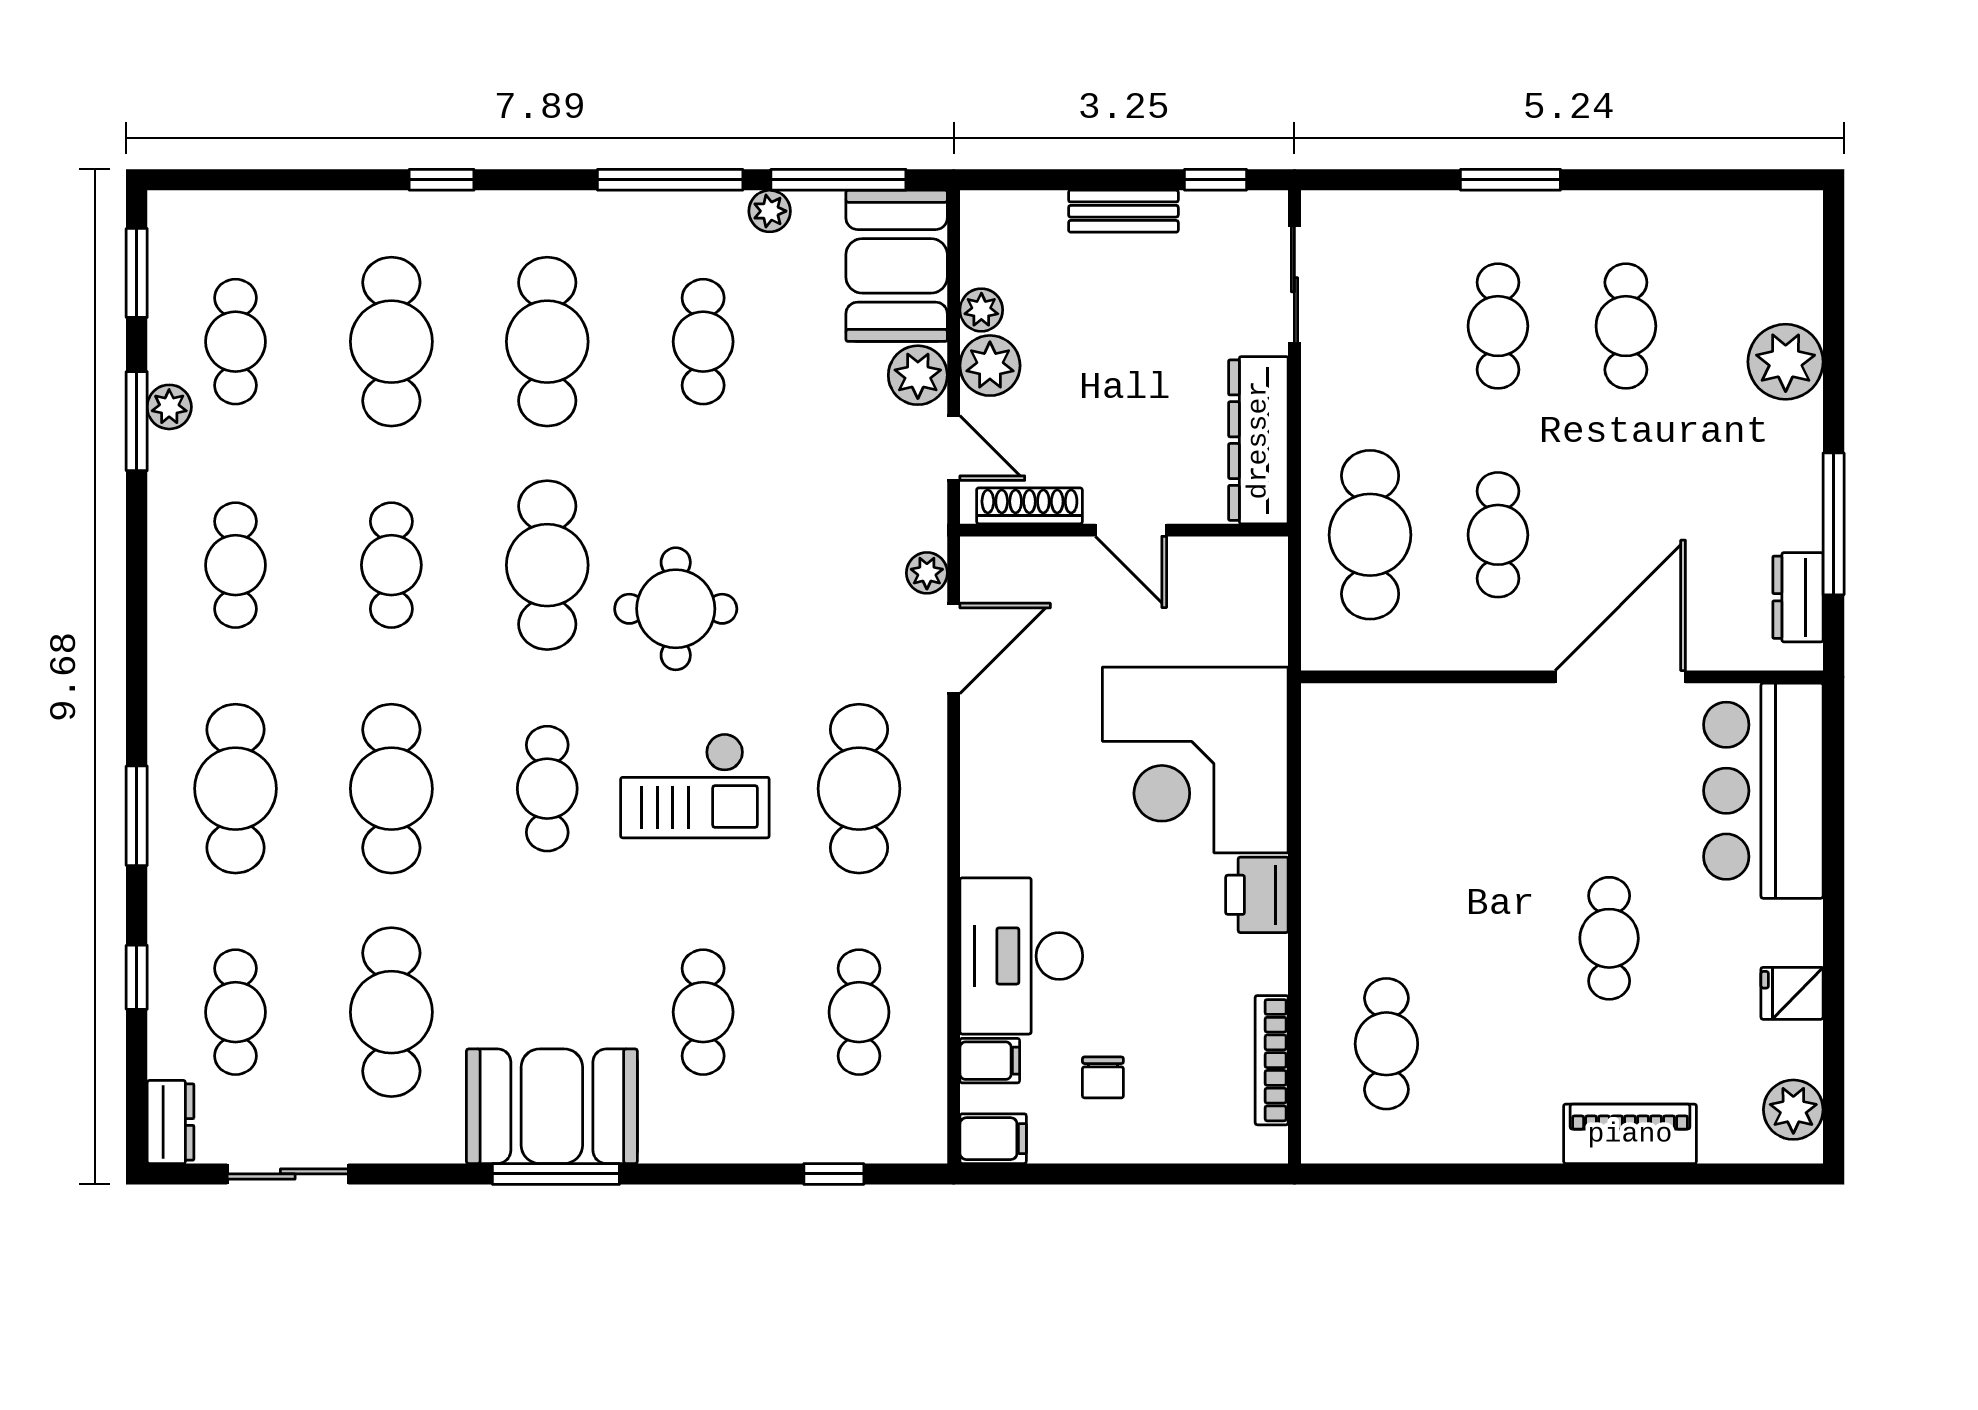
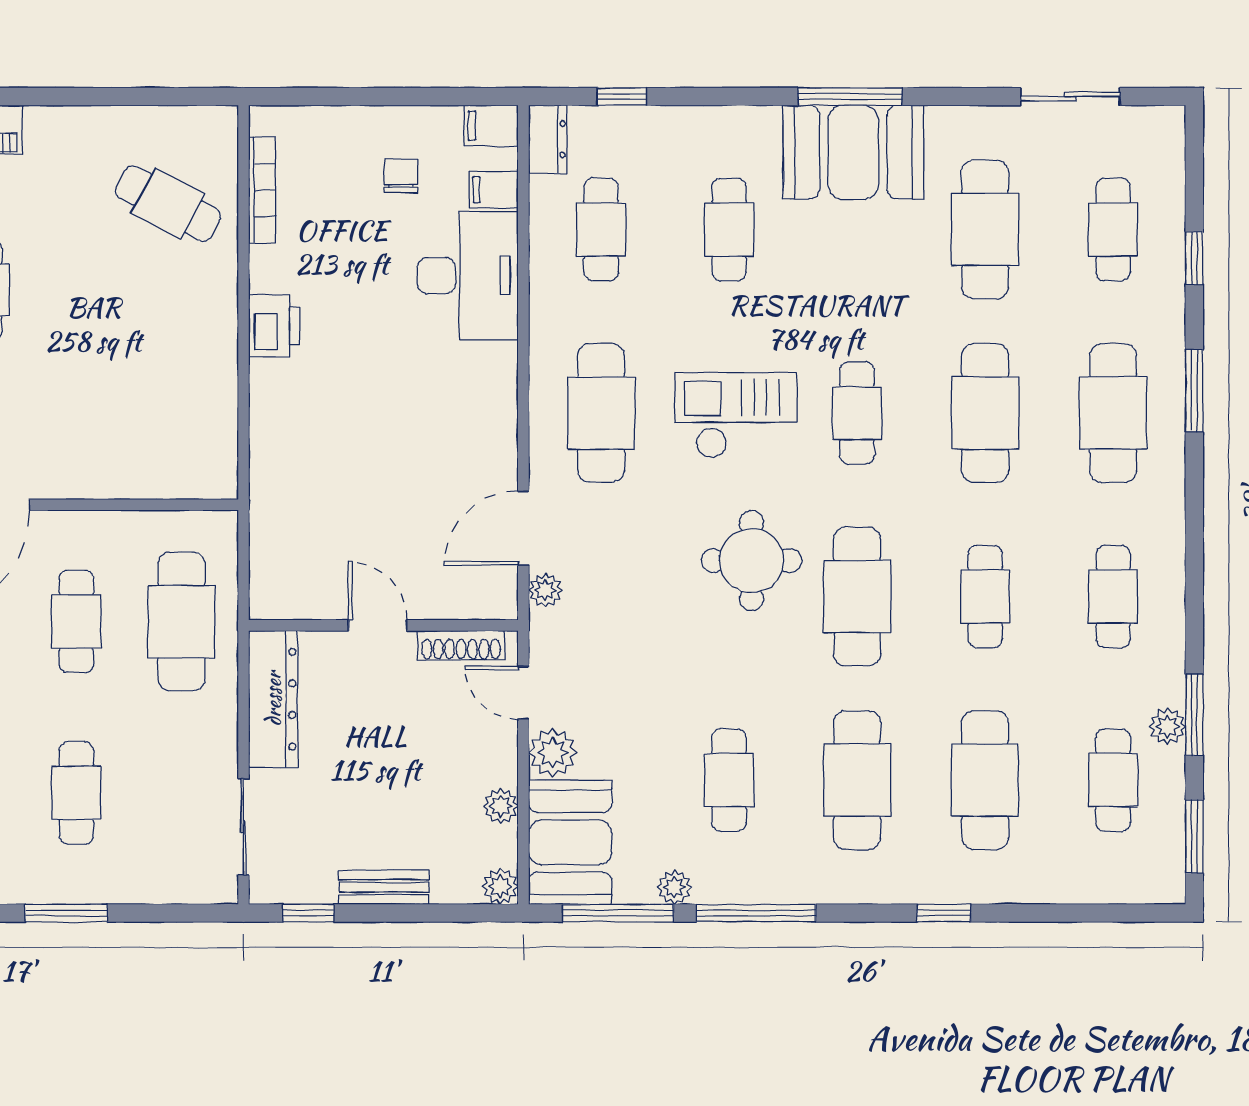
plant: (990, 366) -> (500, 886), moved, width x0.73, depth x0.73
corner desk: (1195, 760) -> (325, 437), removed
cafe table: (1386, 1044) -> (168, 203), turned -62
dresser: (170, 1122) -> (548, 139), moved, turned 180

